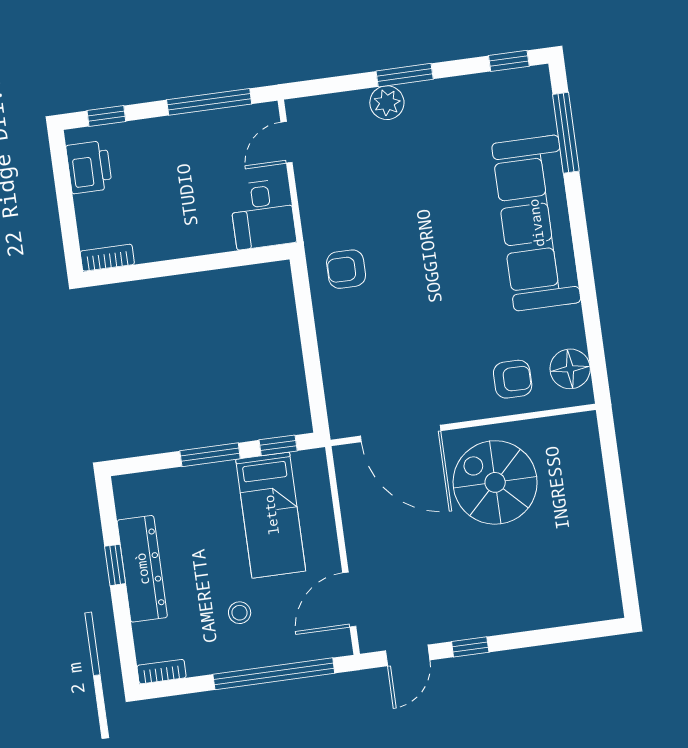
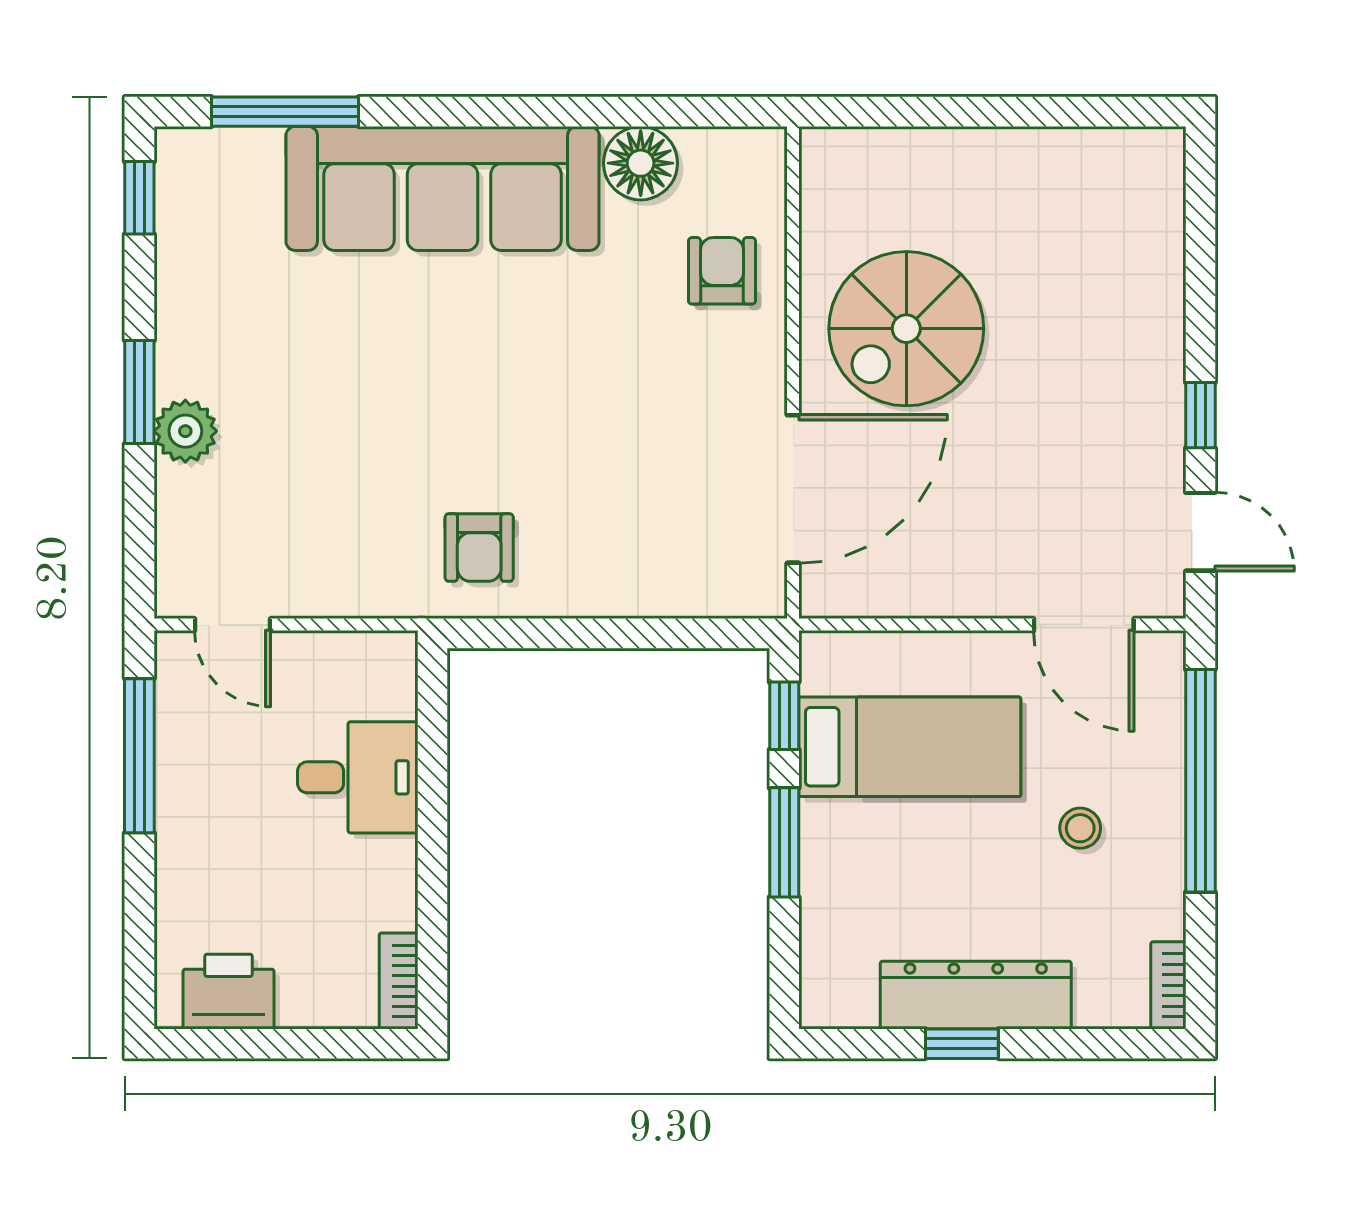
window: (106, 116) -> (139, 947), removed
desk: (263, 214) -> (358, 777), moved
floor lamp: (570, 369) -> (641, 163), moved

